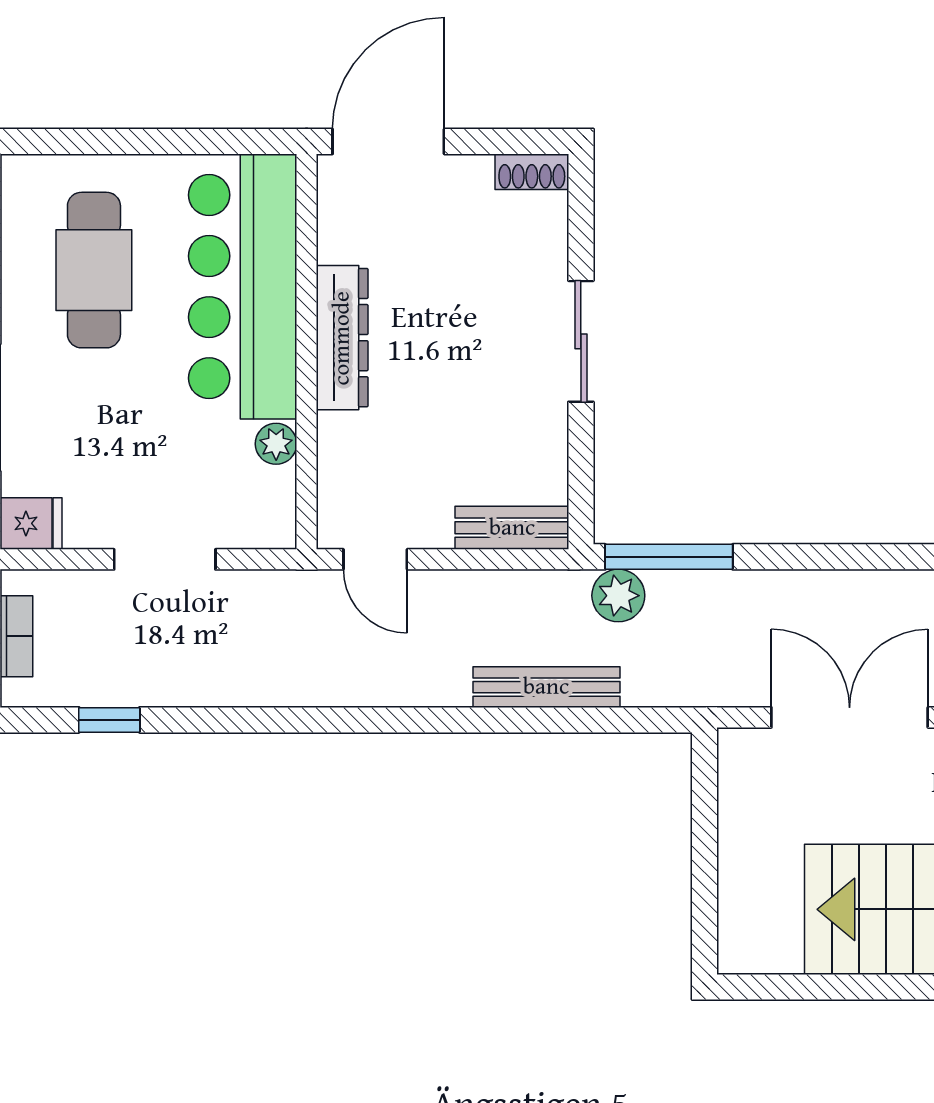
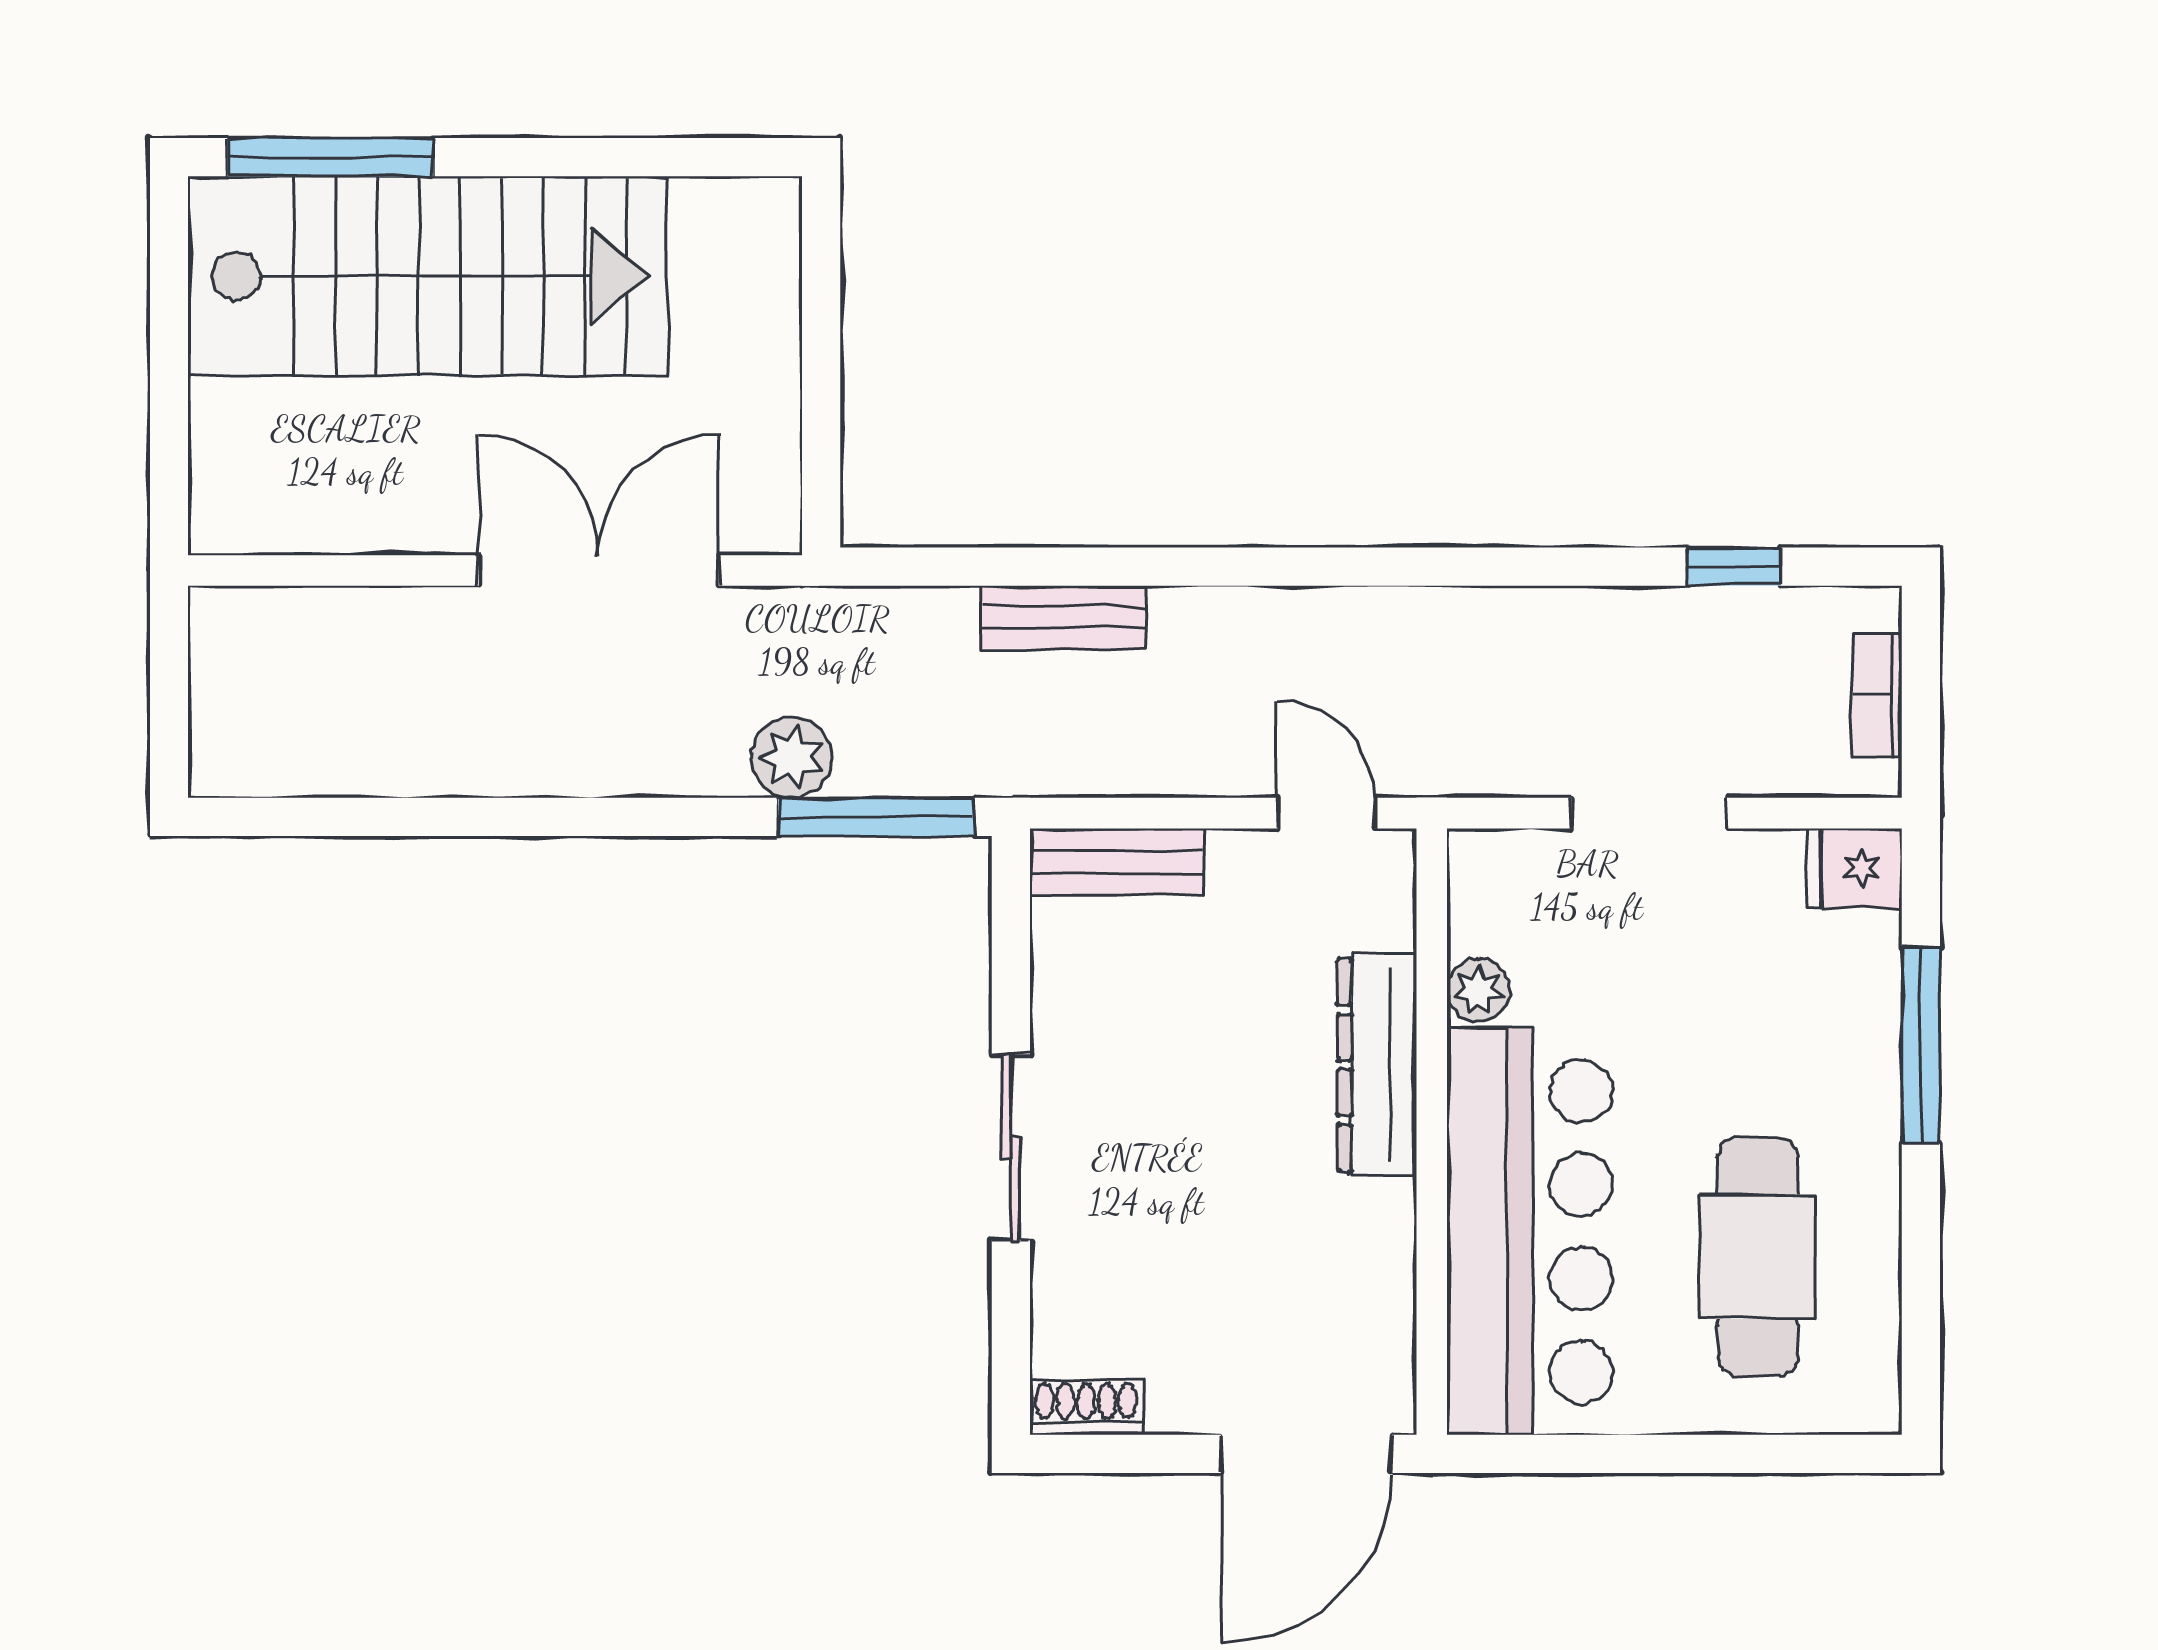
dresser: (342, 338) -> (1377, 1065), moved
plant: (618, 596) -> (792, 758), moved
bench: (546, 687) -> (1064, 617), width x0.73
double door: (850, 717) -> (599, 570), swing flipped

